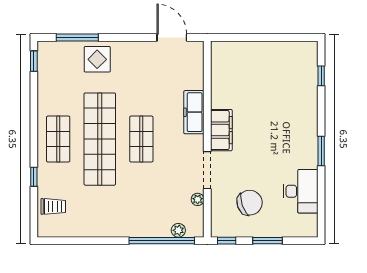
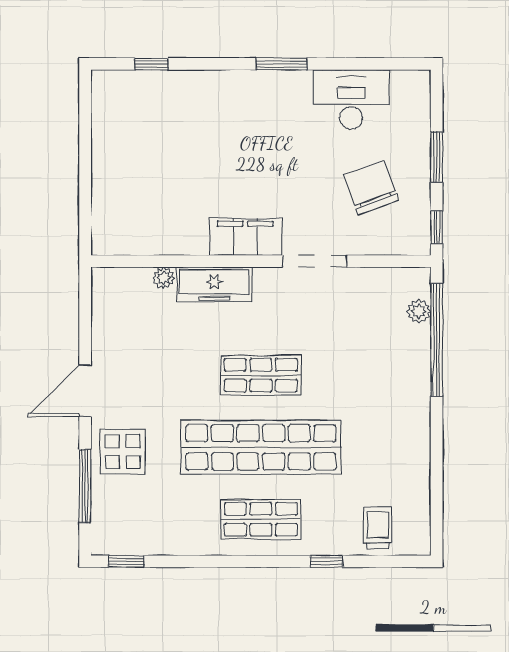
door: (172, 38) -> (85, 391), moved
plant: (198, 199) -> (164, 278), moved

